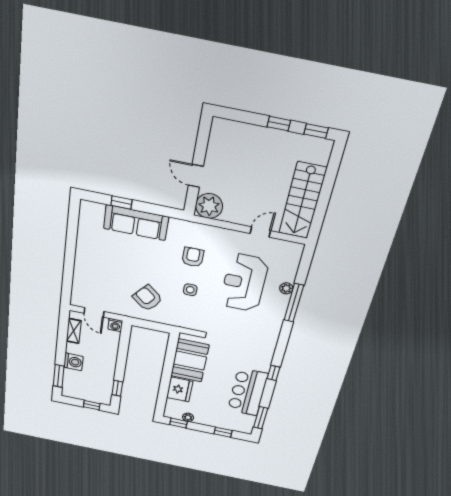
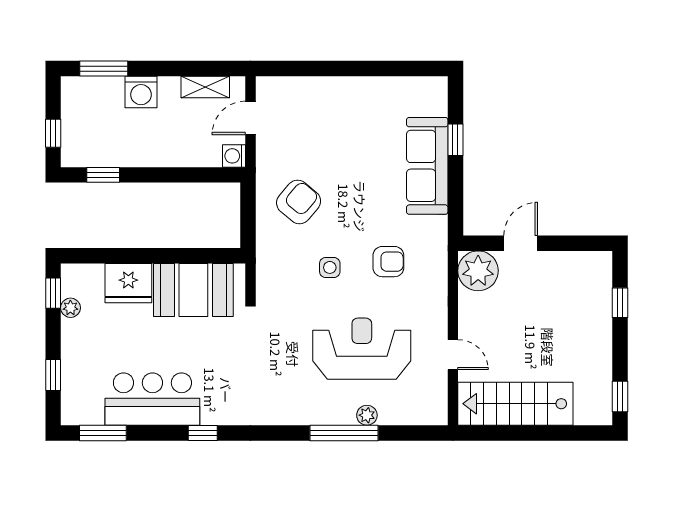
window: (279, 124) -> (620, 303), moved

